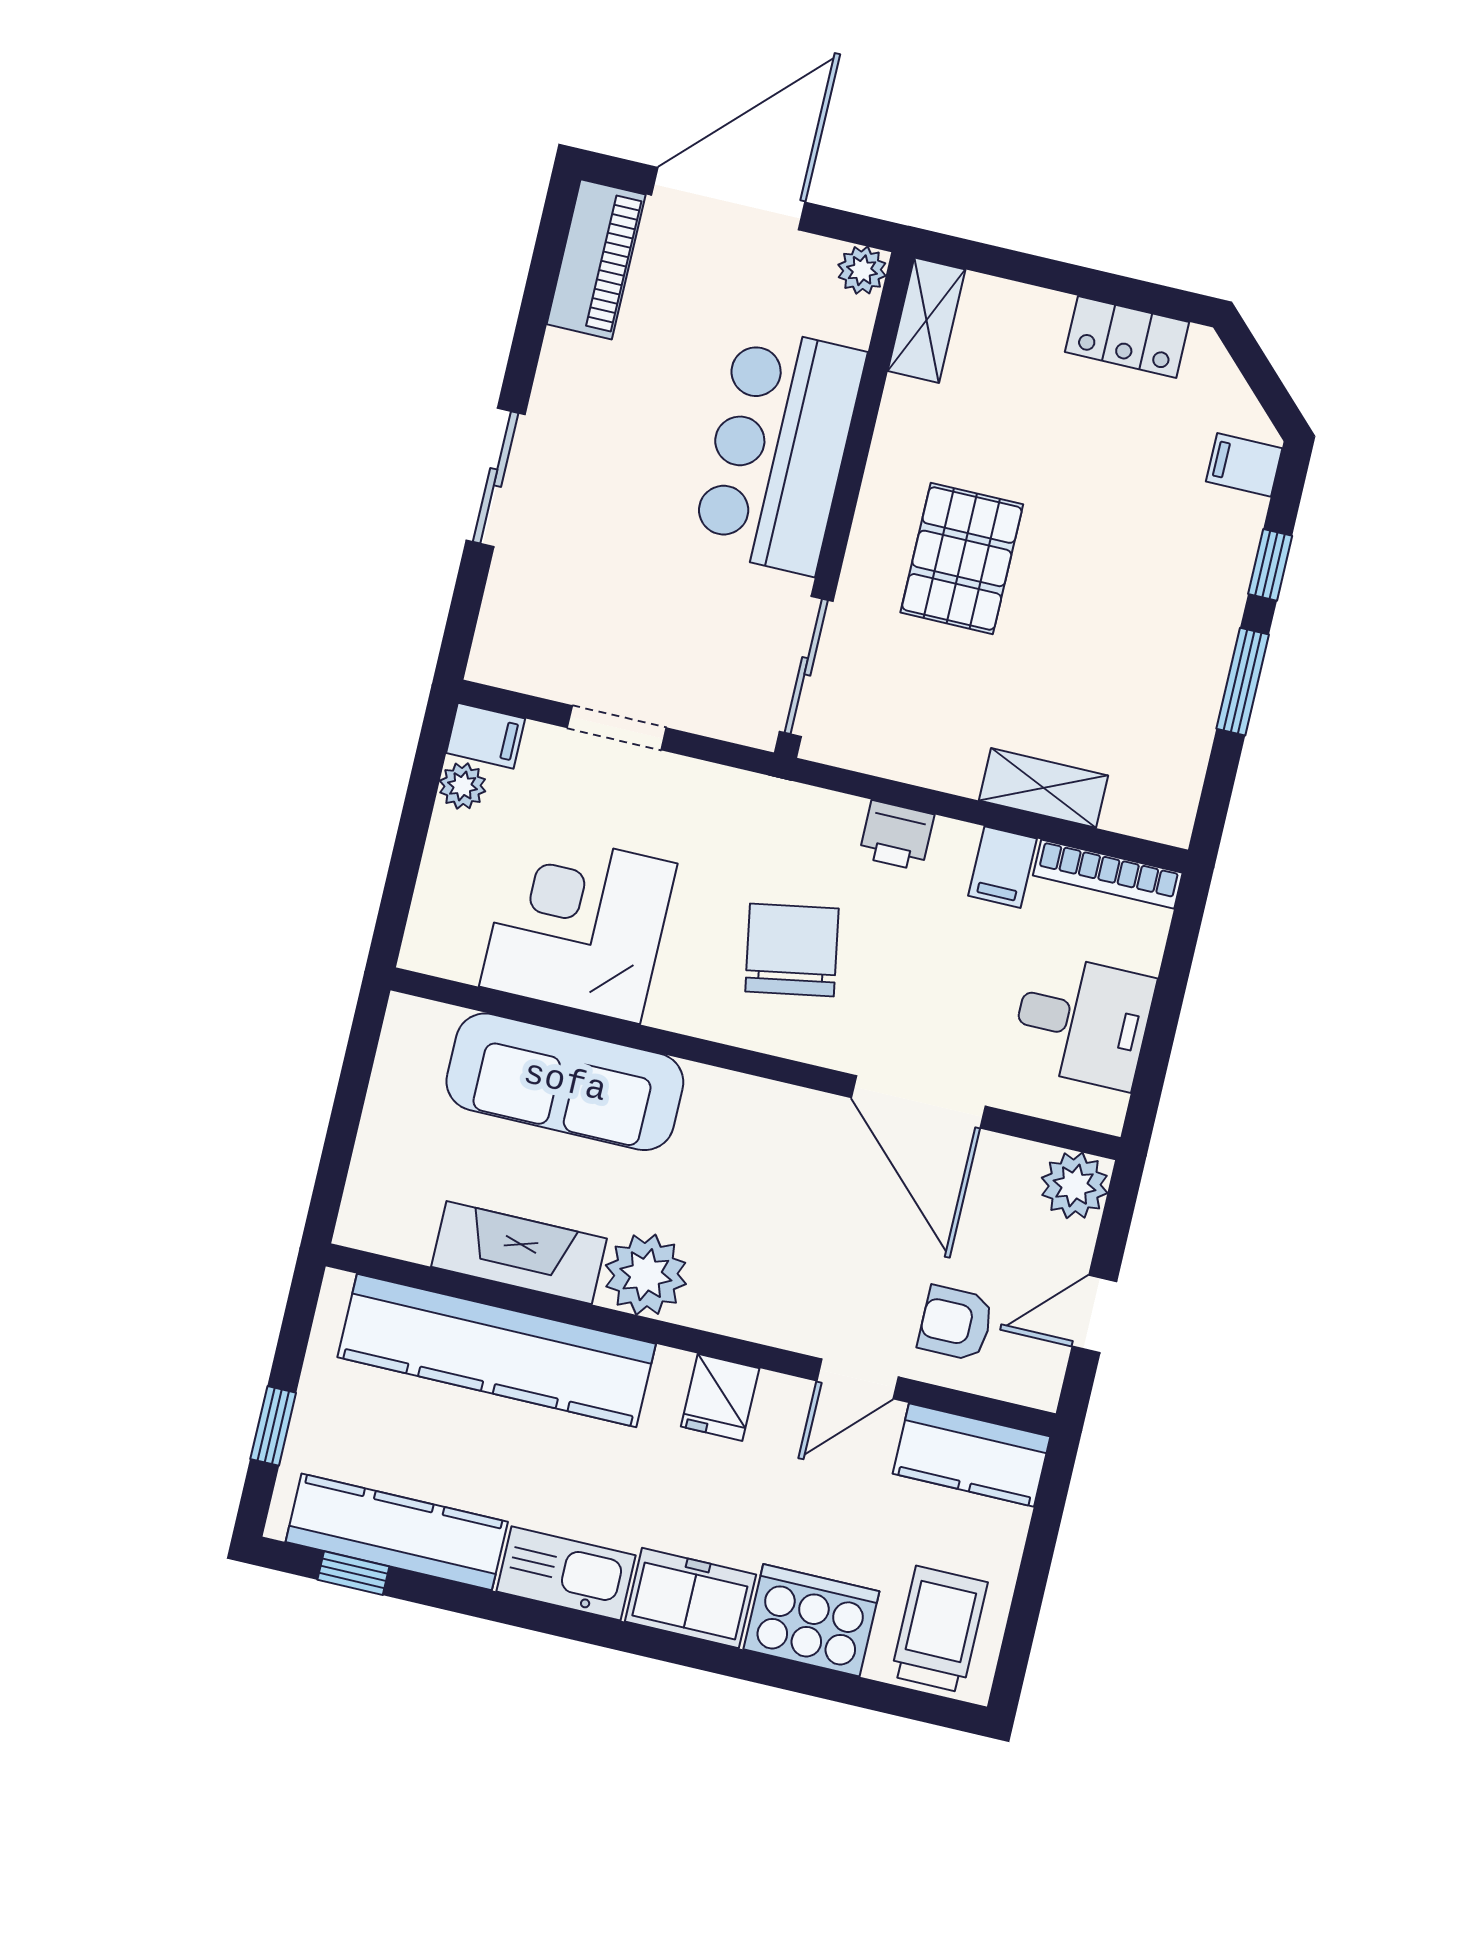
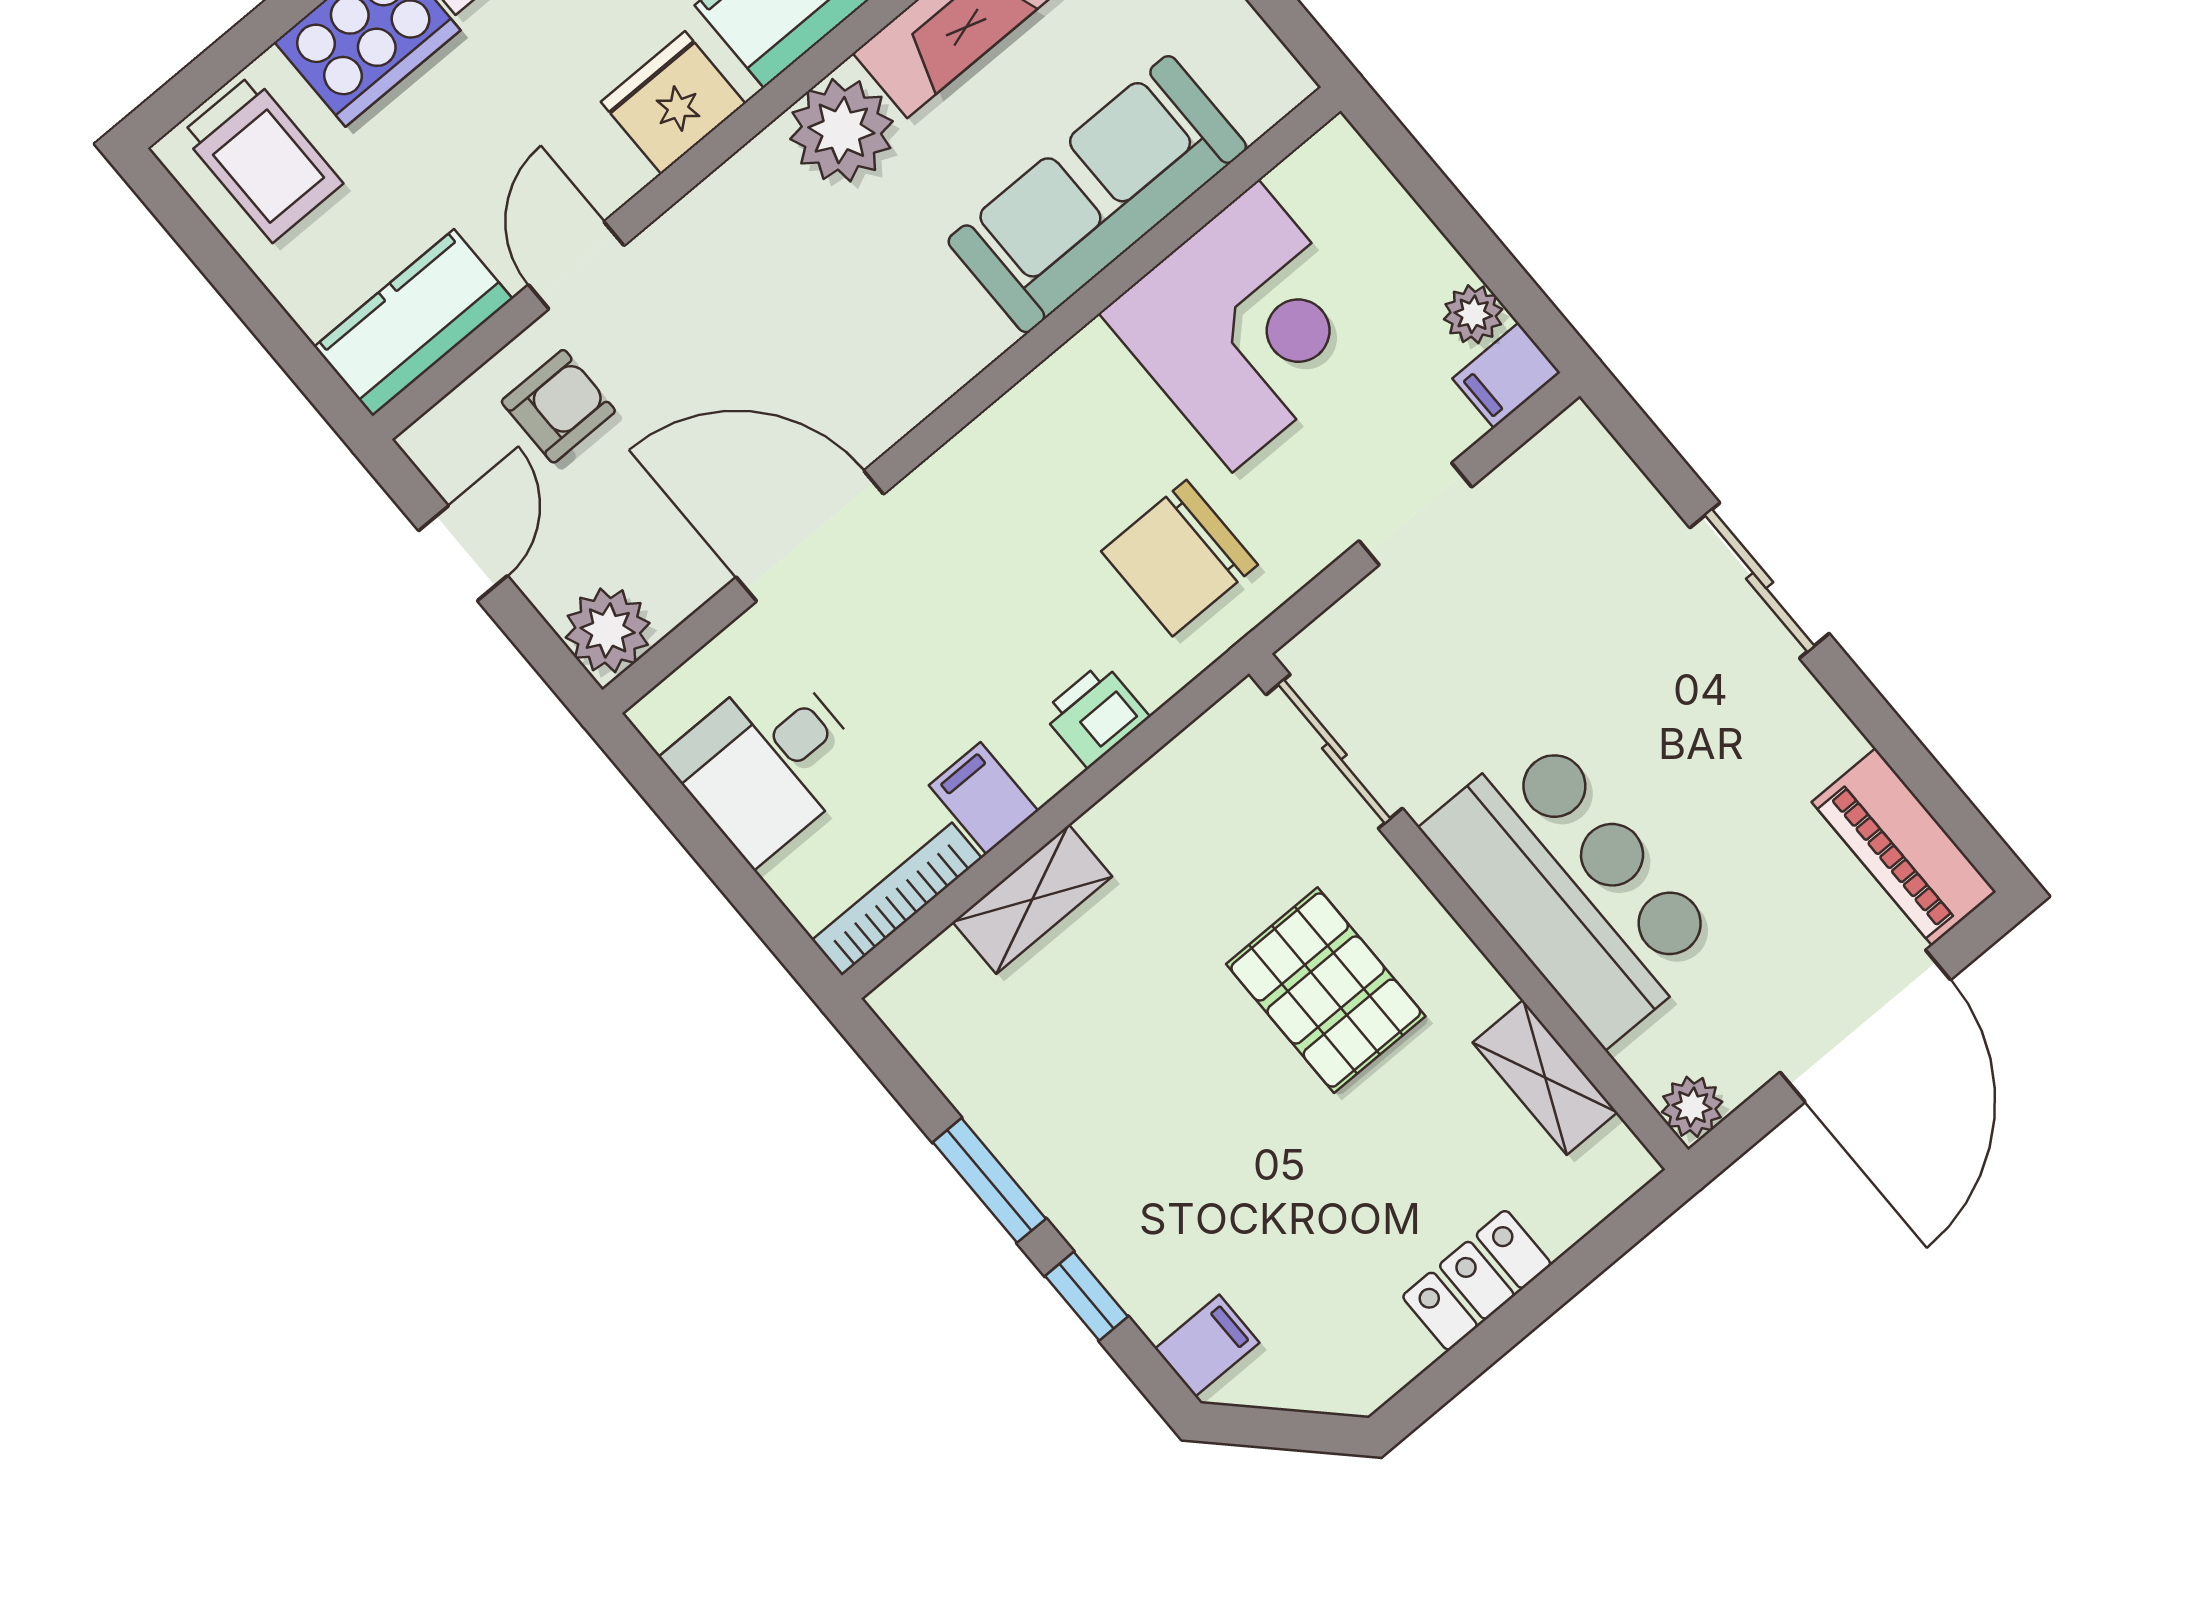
shelving: (927, 320) -> (1545, 1077), moved
locker: (1127, 337) -> (1477, 1280), moved
chair: (792, 950) -> (1179, 558), moved, turned 100
fridge: (720, 1397) -> (673, 103), width x1.38

